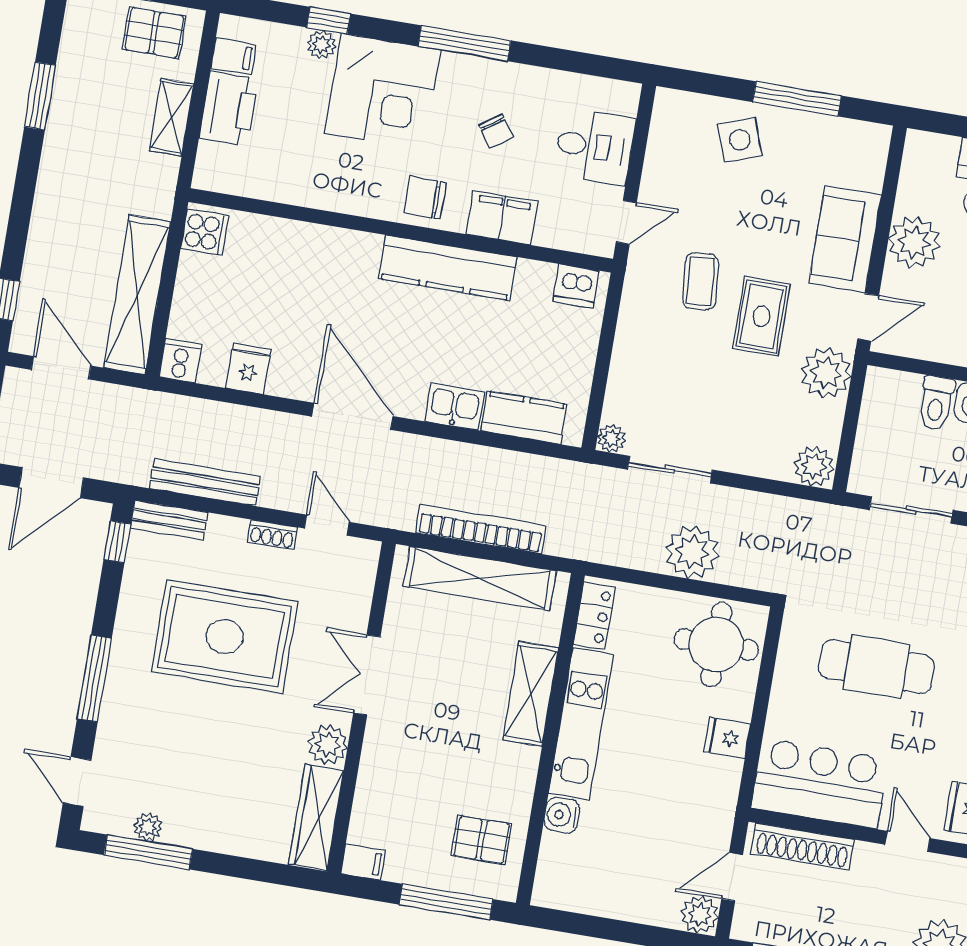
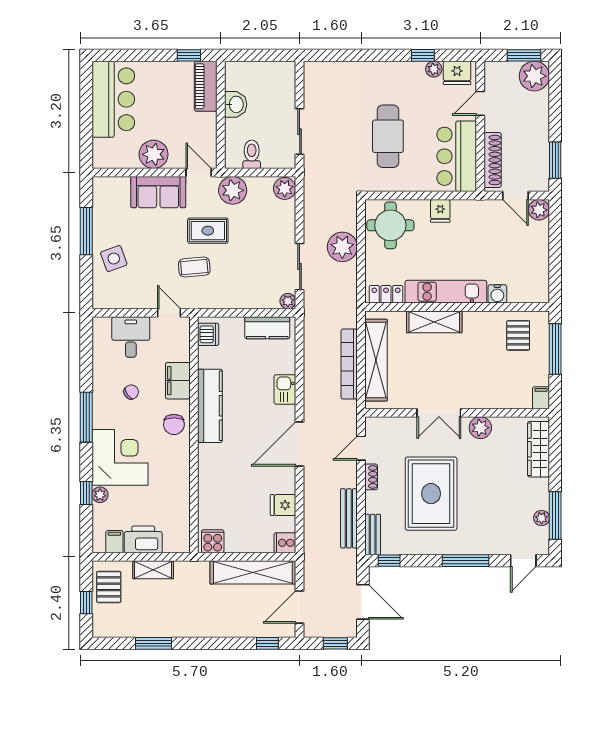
toilet: (936, 403) -> (252, 154), moved, turned -90
kitchen counter: (524, 418) -> (267, 328), moved, turned -90
wardrobe: (316, 817) -> (539, 449), moved, turned 90

